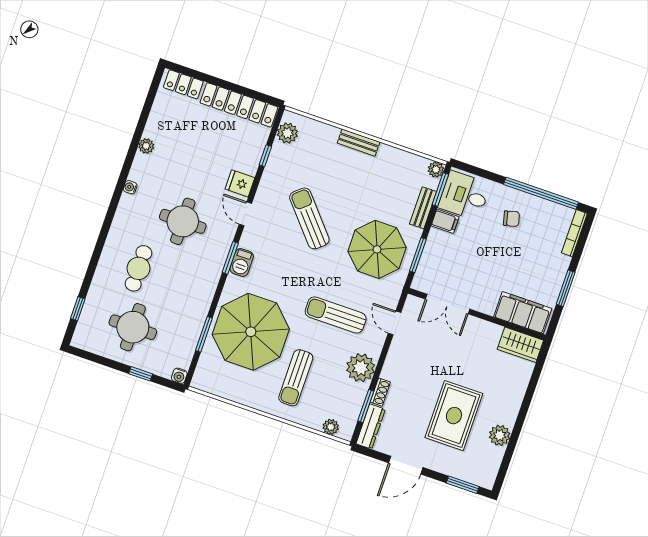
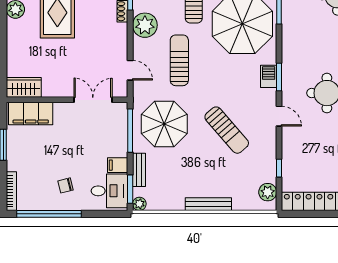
bench: (359, 143) -> (208, 204), width x1.36
fridge: (240, 183) -> (292, 139), removed
window: (418, 255) -> (130, 131), width x1.44
sun lounger: (336, 315) -> (179, 60), turned -90

